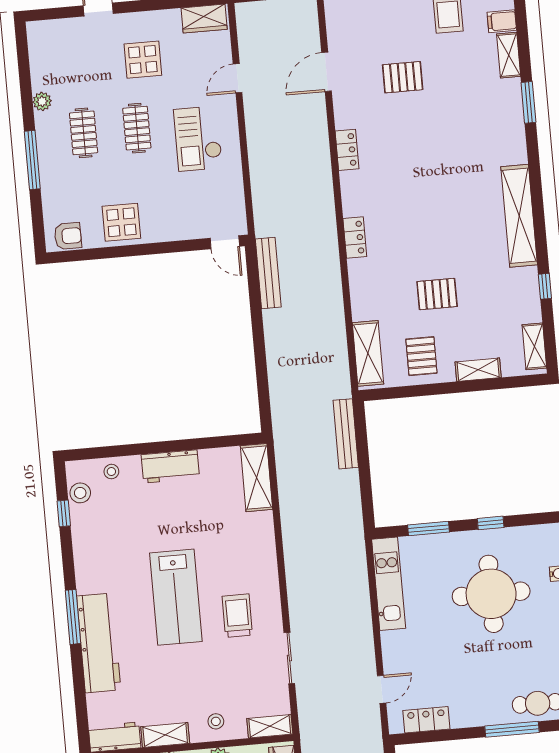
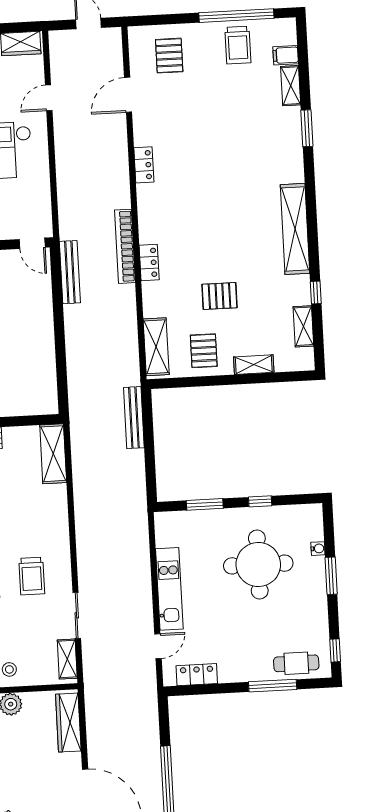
pallet: (403, 77) -> (169, 56), moved, turned 90
locker: (355, 238) -> (149, 263), moved
bookcase: (329, 242) -> (125, 246), added
shelving: (534, 346) -> (303, 326), moved
kitchen unit: (389, 584) -> (169, 589), moved
trolley: (237, 616) -> (32, 576), turned 180
shelving: (270, 726) -> (67, 659), moved, turned 90

